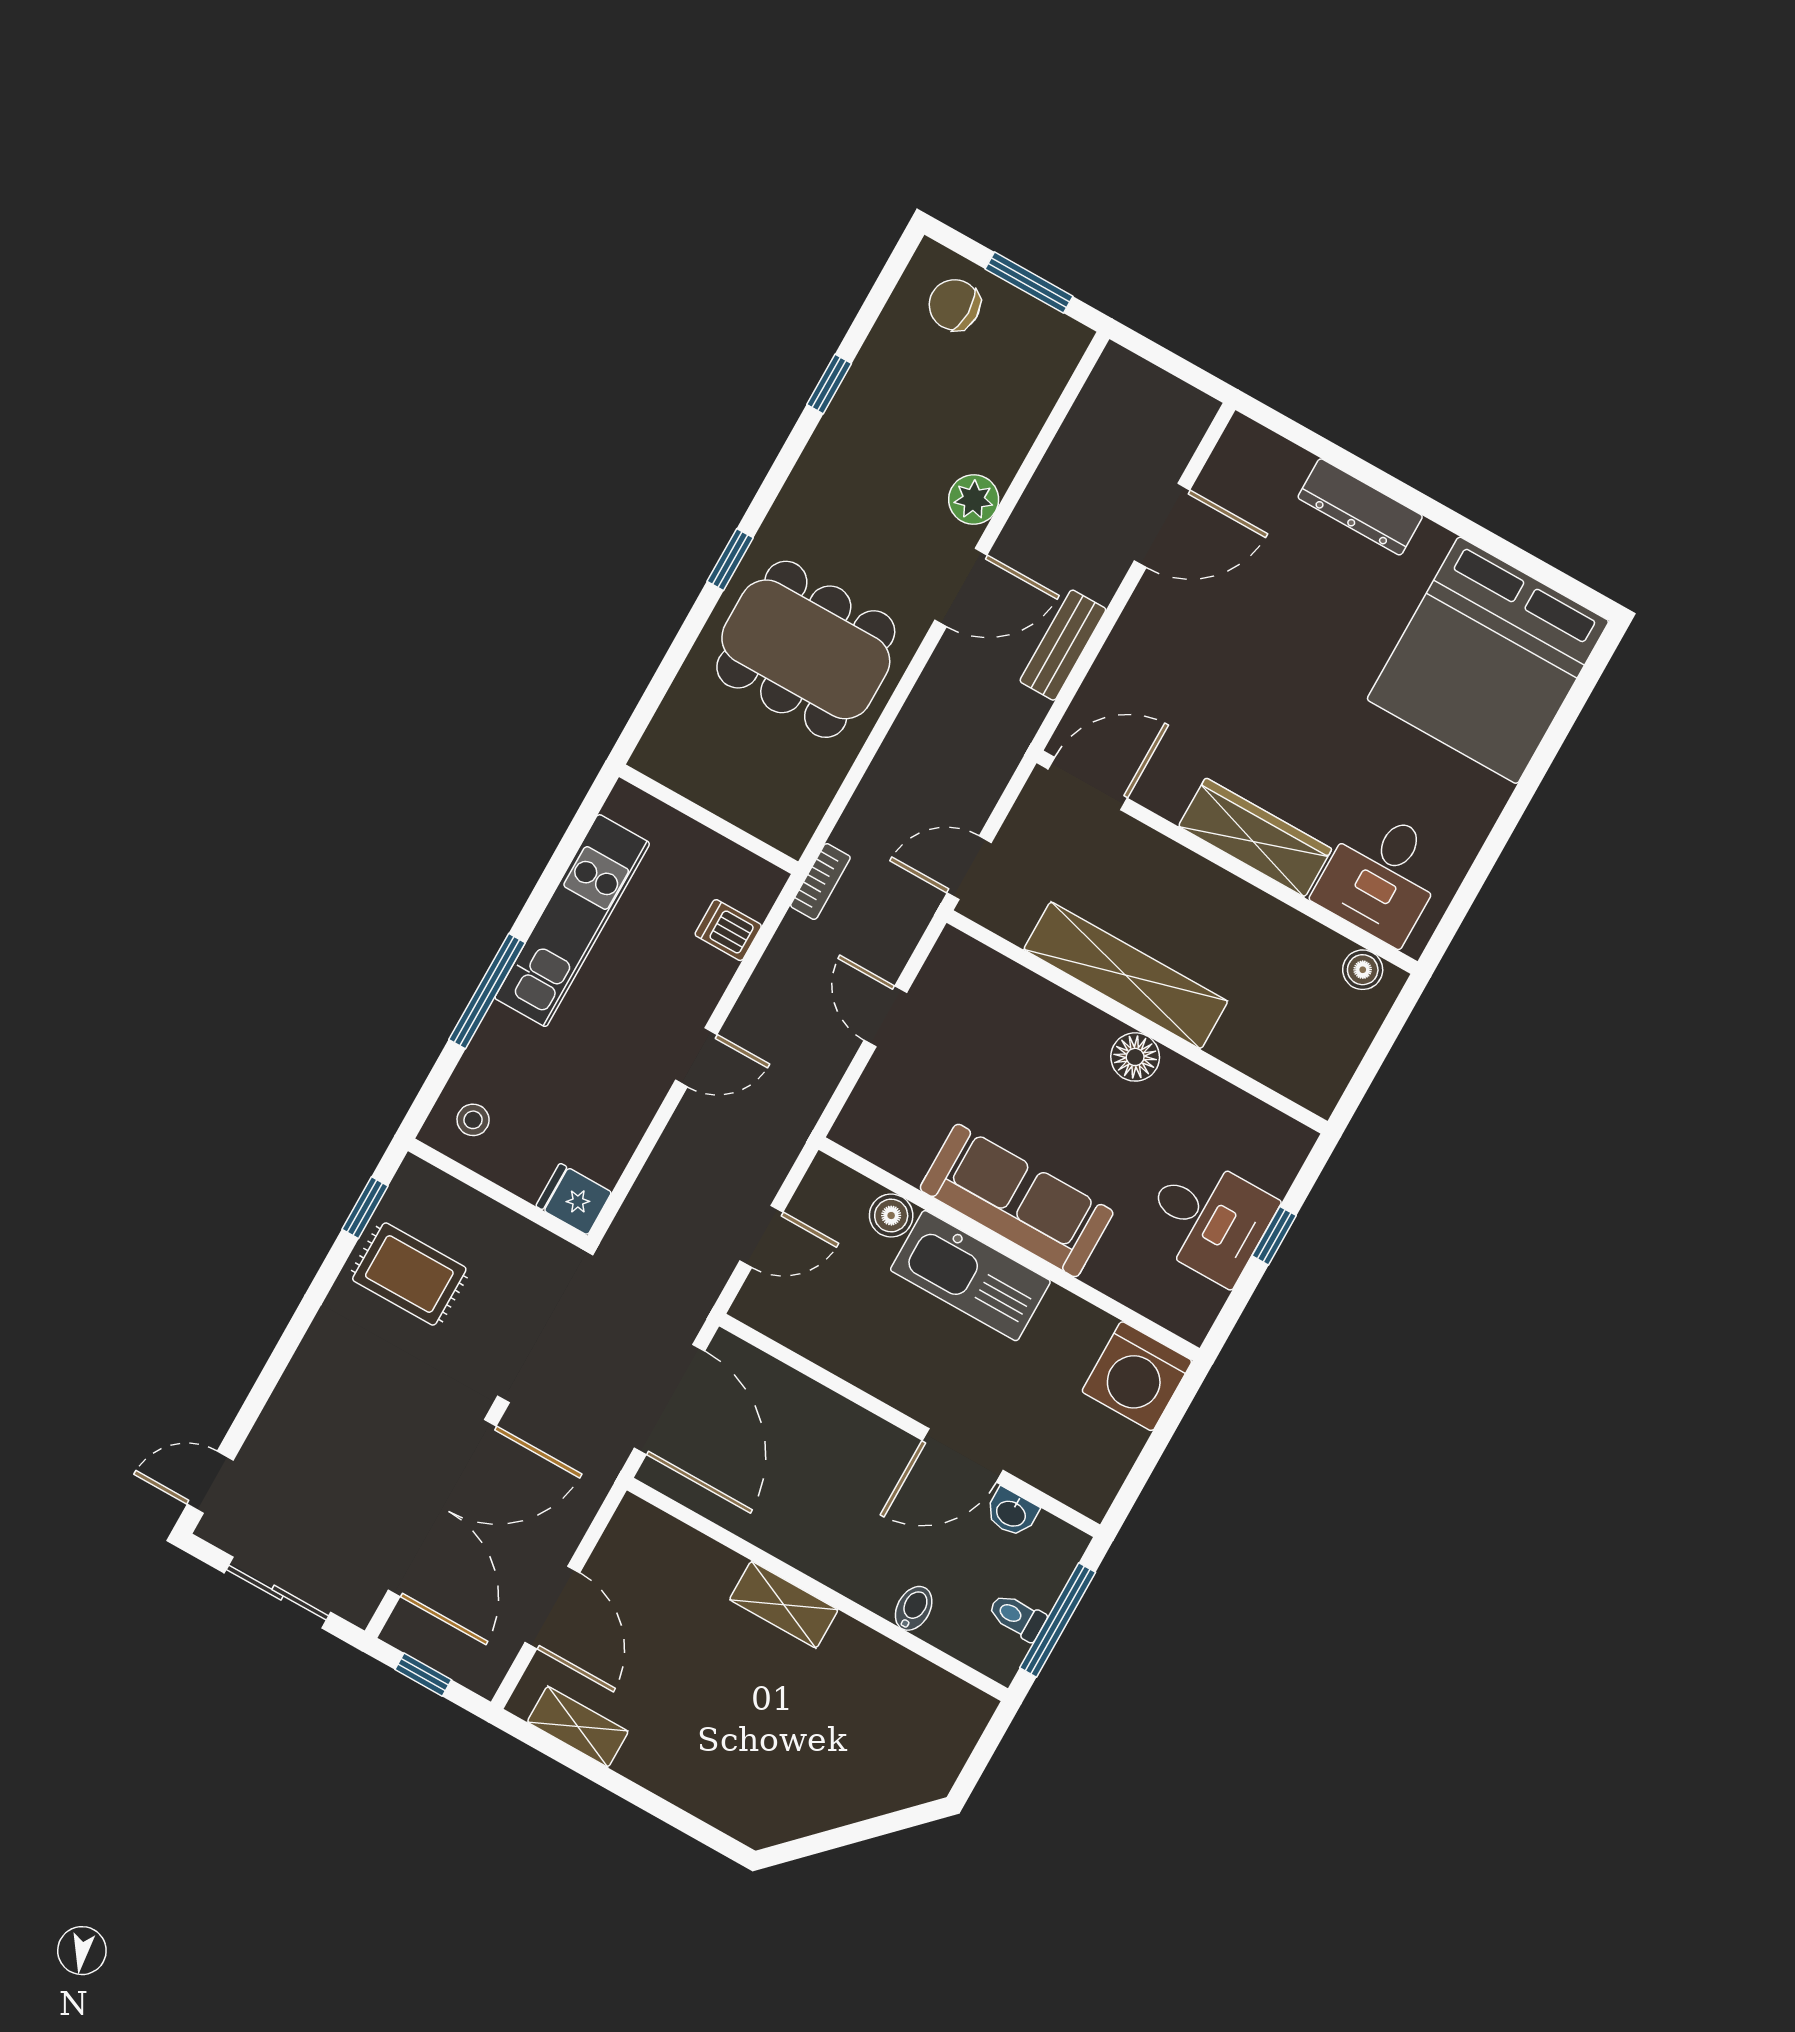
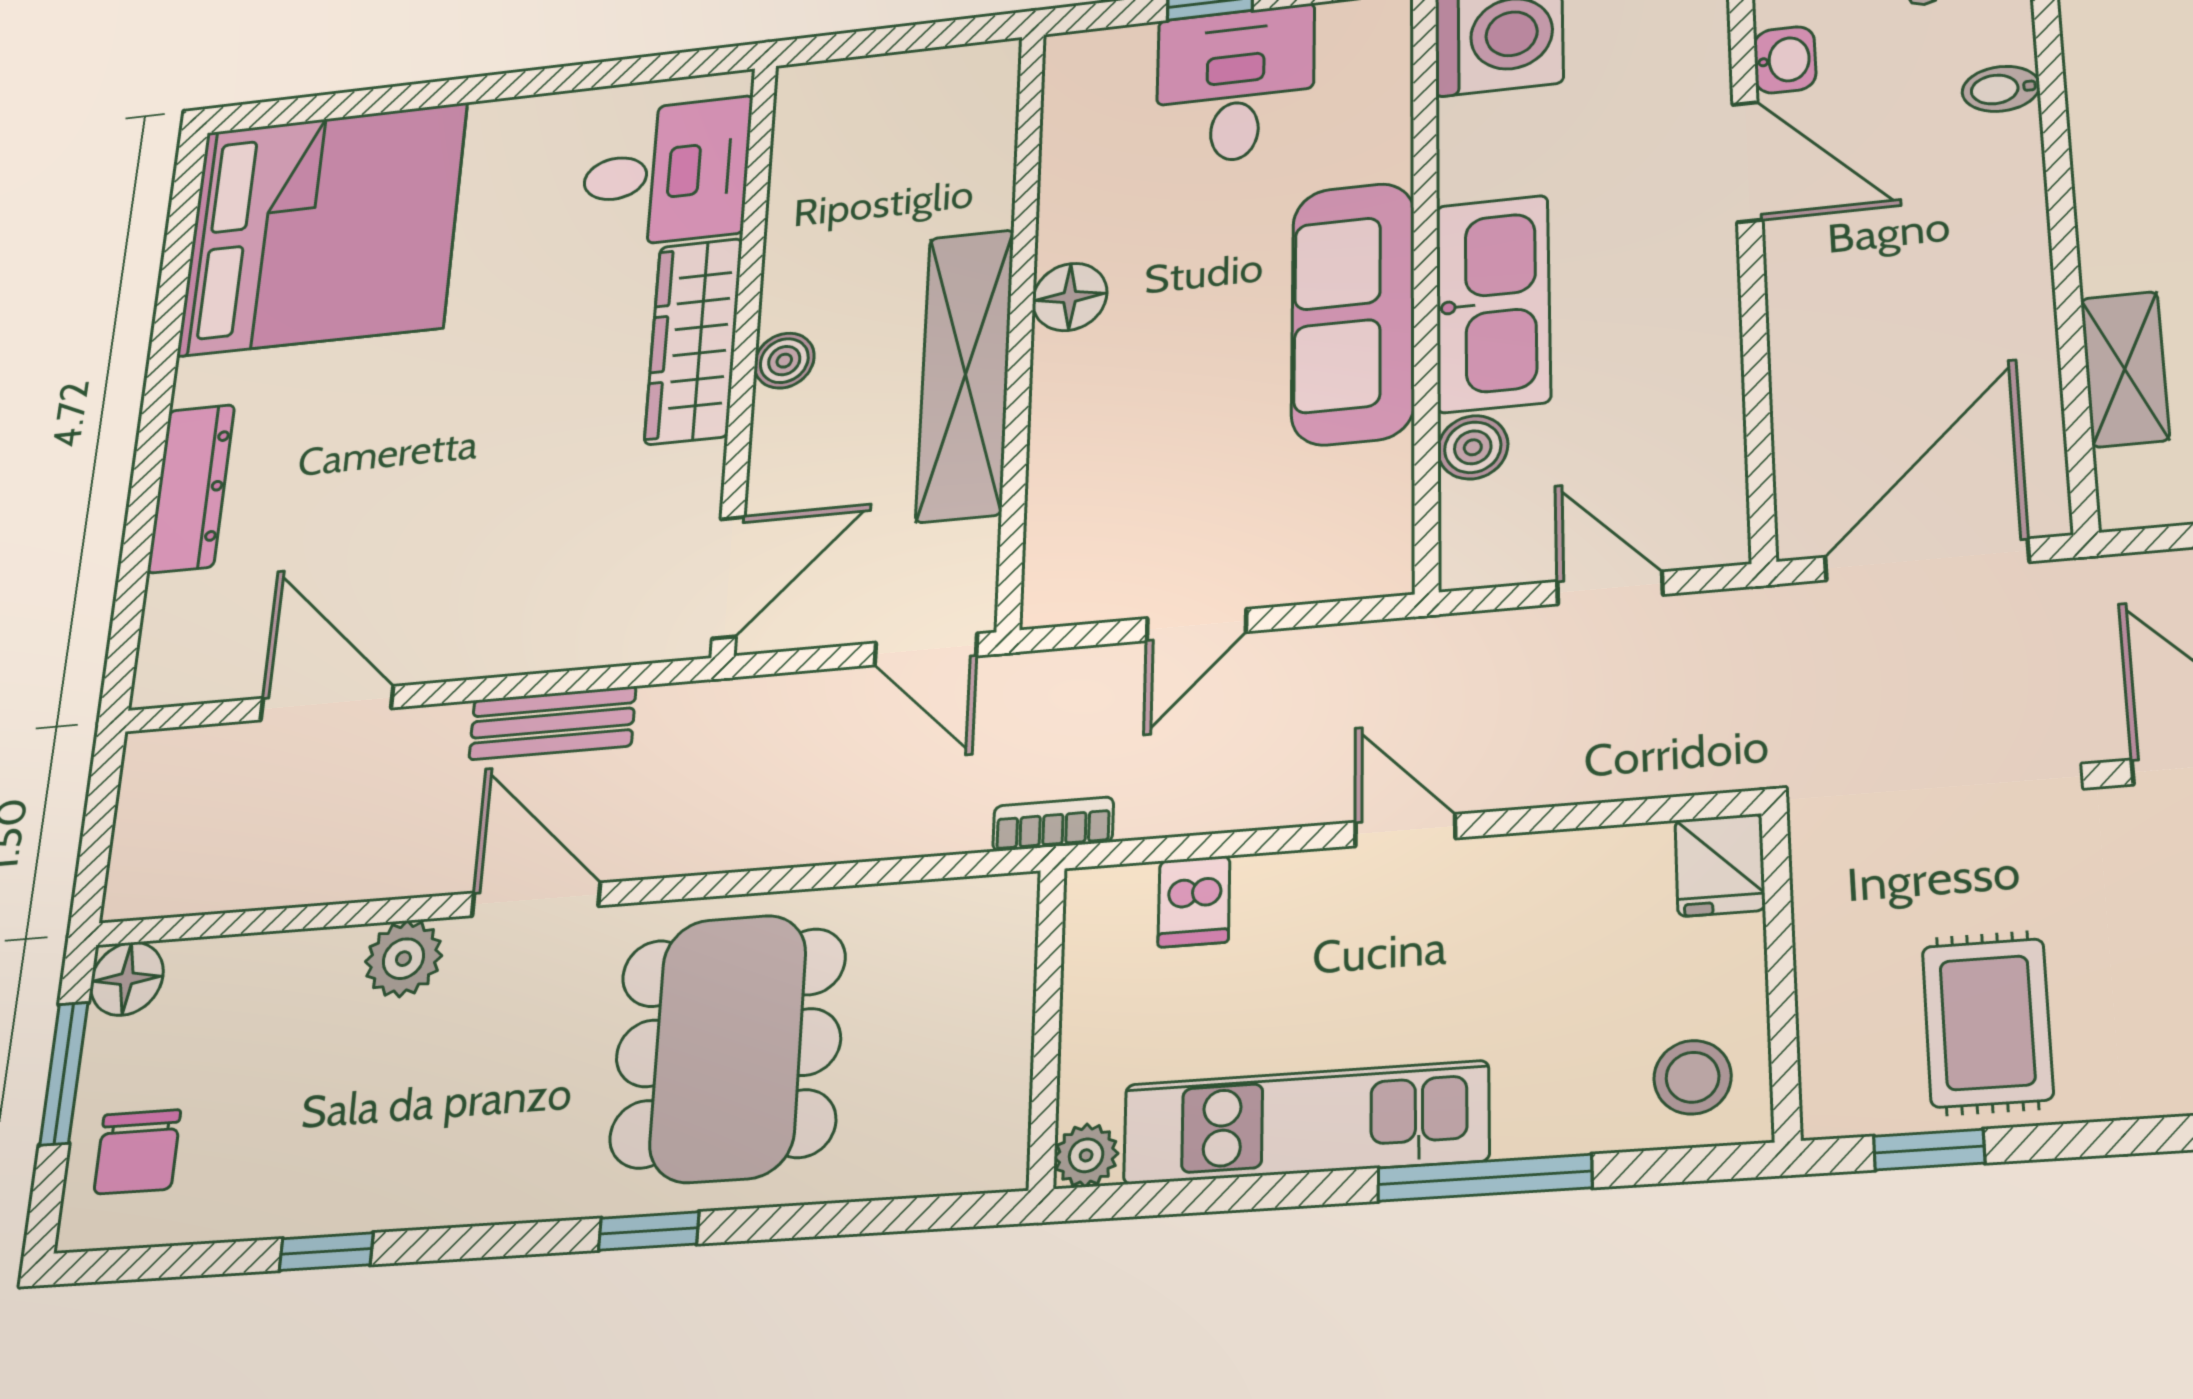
floor lamp: (1064, 341) -> (127, 979), added
door: (1088, 784) -> (728, 577), swing flipped
plant: (626, 803) -> (1086, 1155), added
boiler: (1363, 970) -> (784, 361), moved
stool: (473, 1120) -> (1693, 1077), width x1.37, depth x1.37
shelving: (784, 1605) -> (2125, 369), moved

